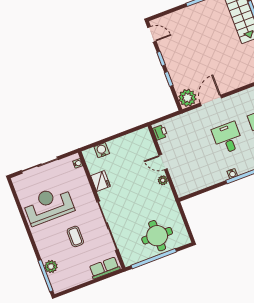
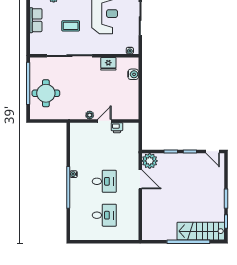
door: (152, 34) -> (213, 151), hinge flipped
printer: (160, 132) -> (117, 128), moved
row of seats: (104, 268) -> (36, 20), moved

